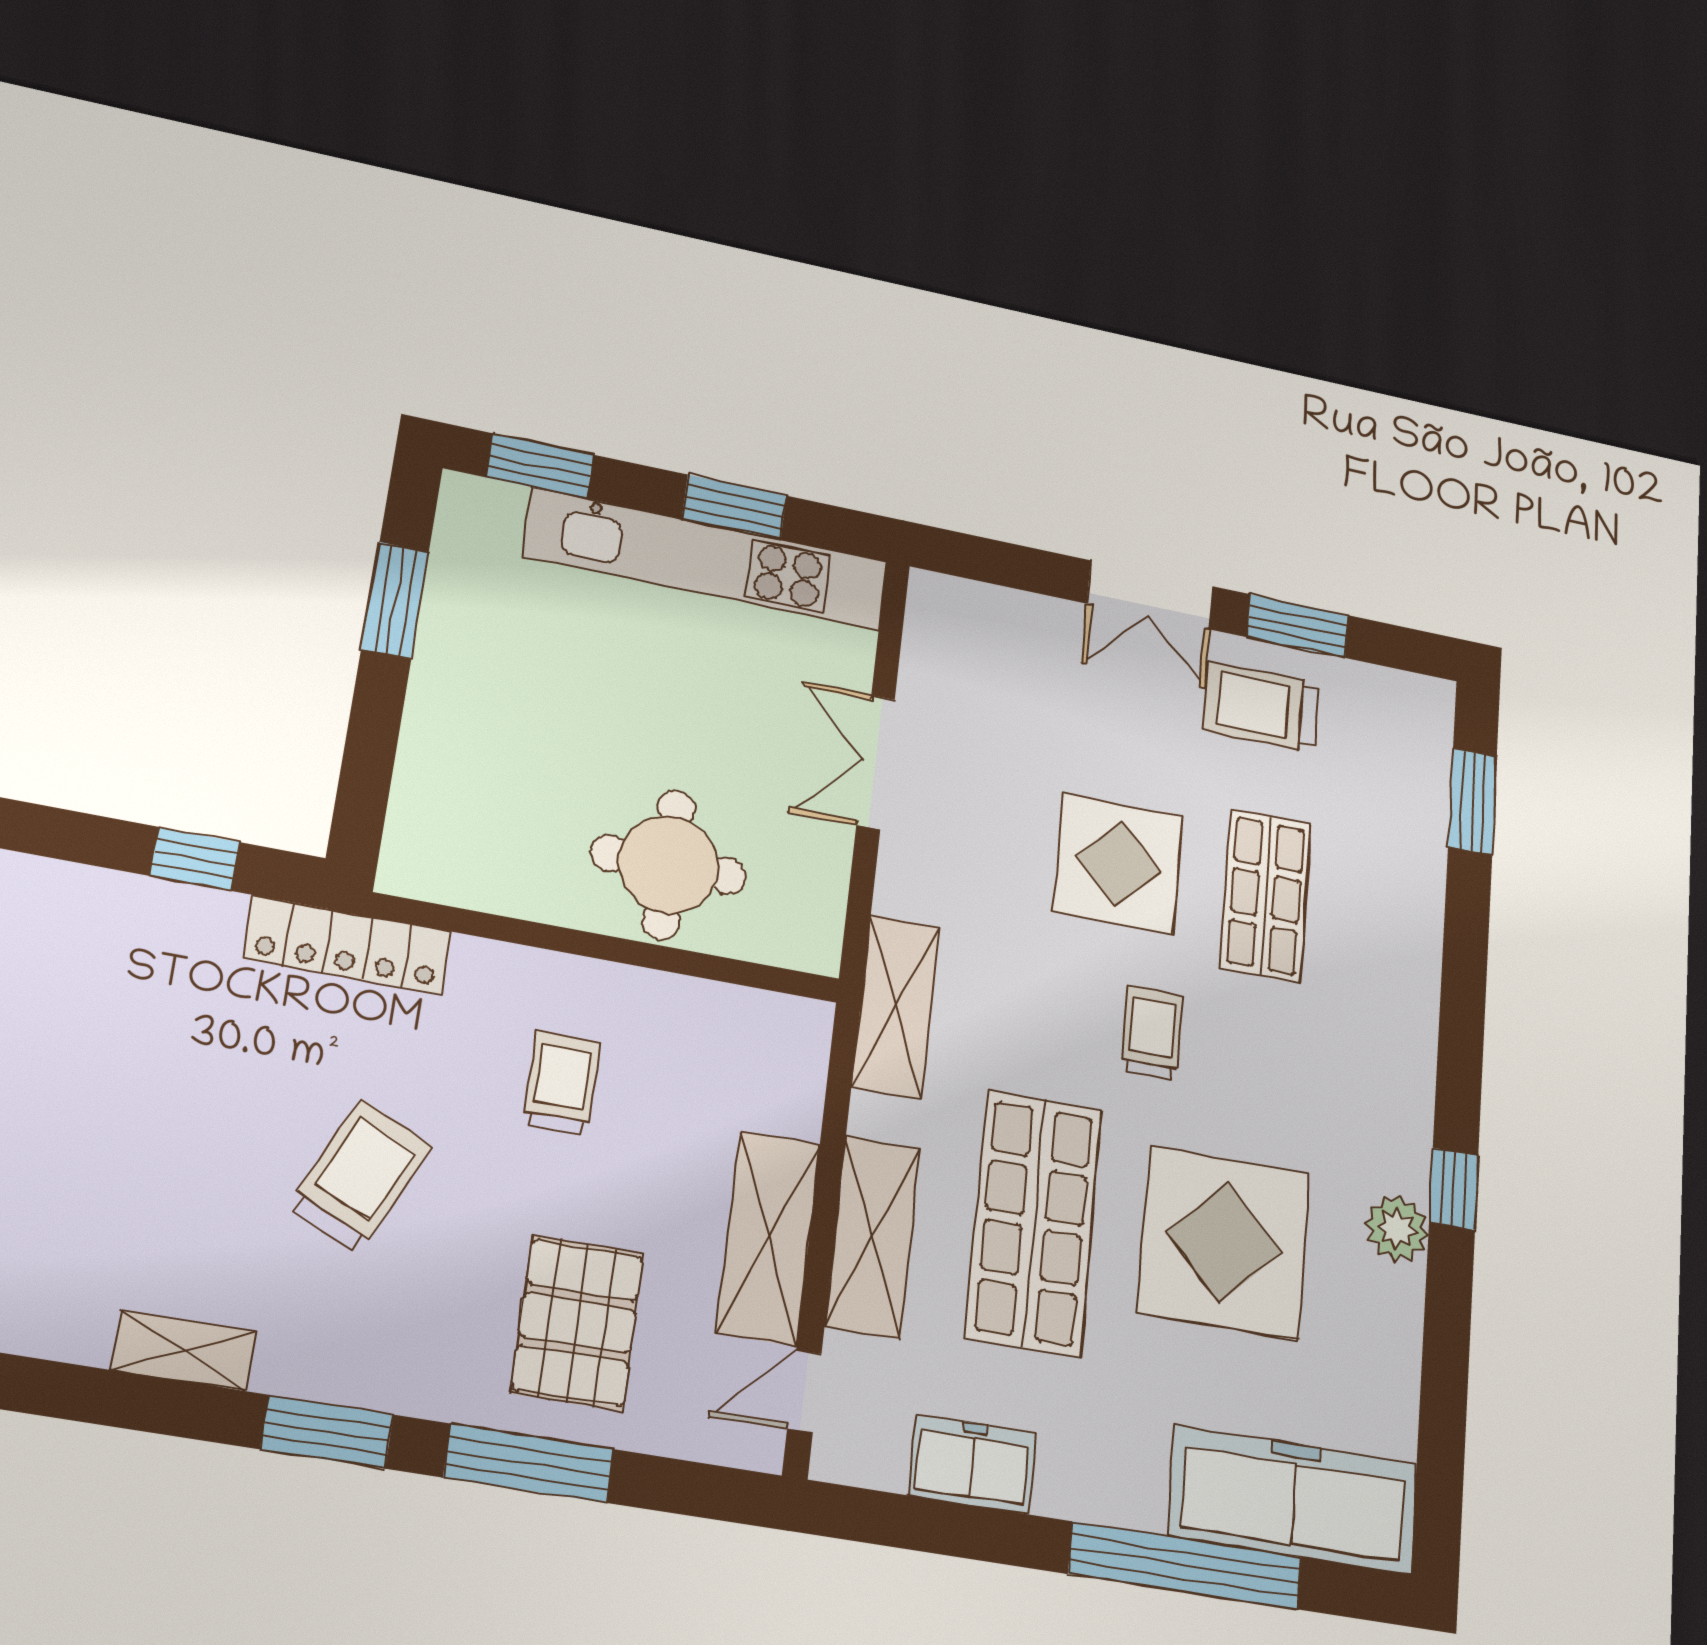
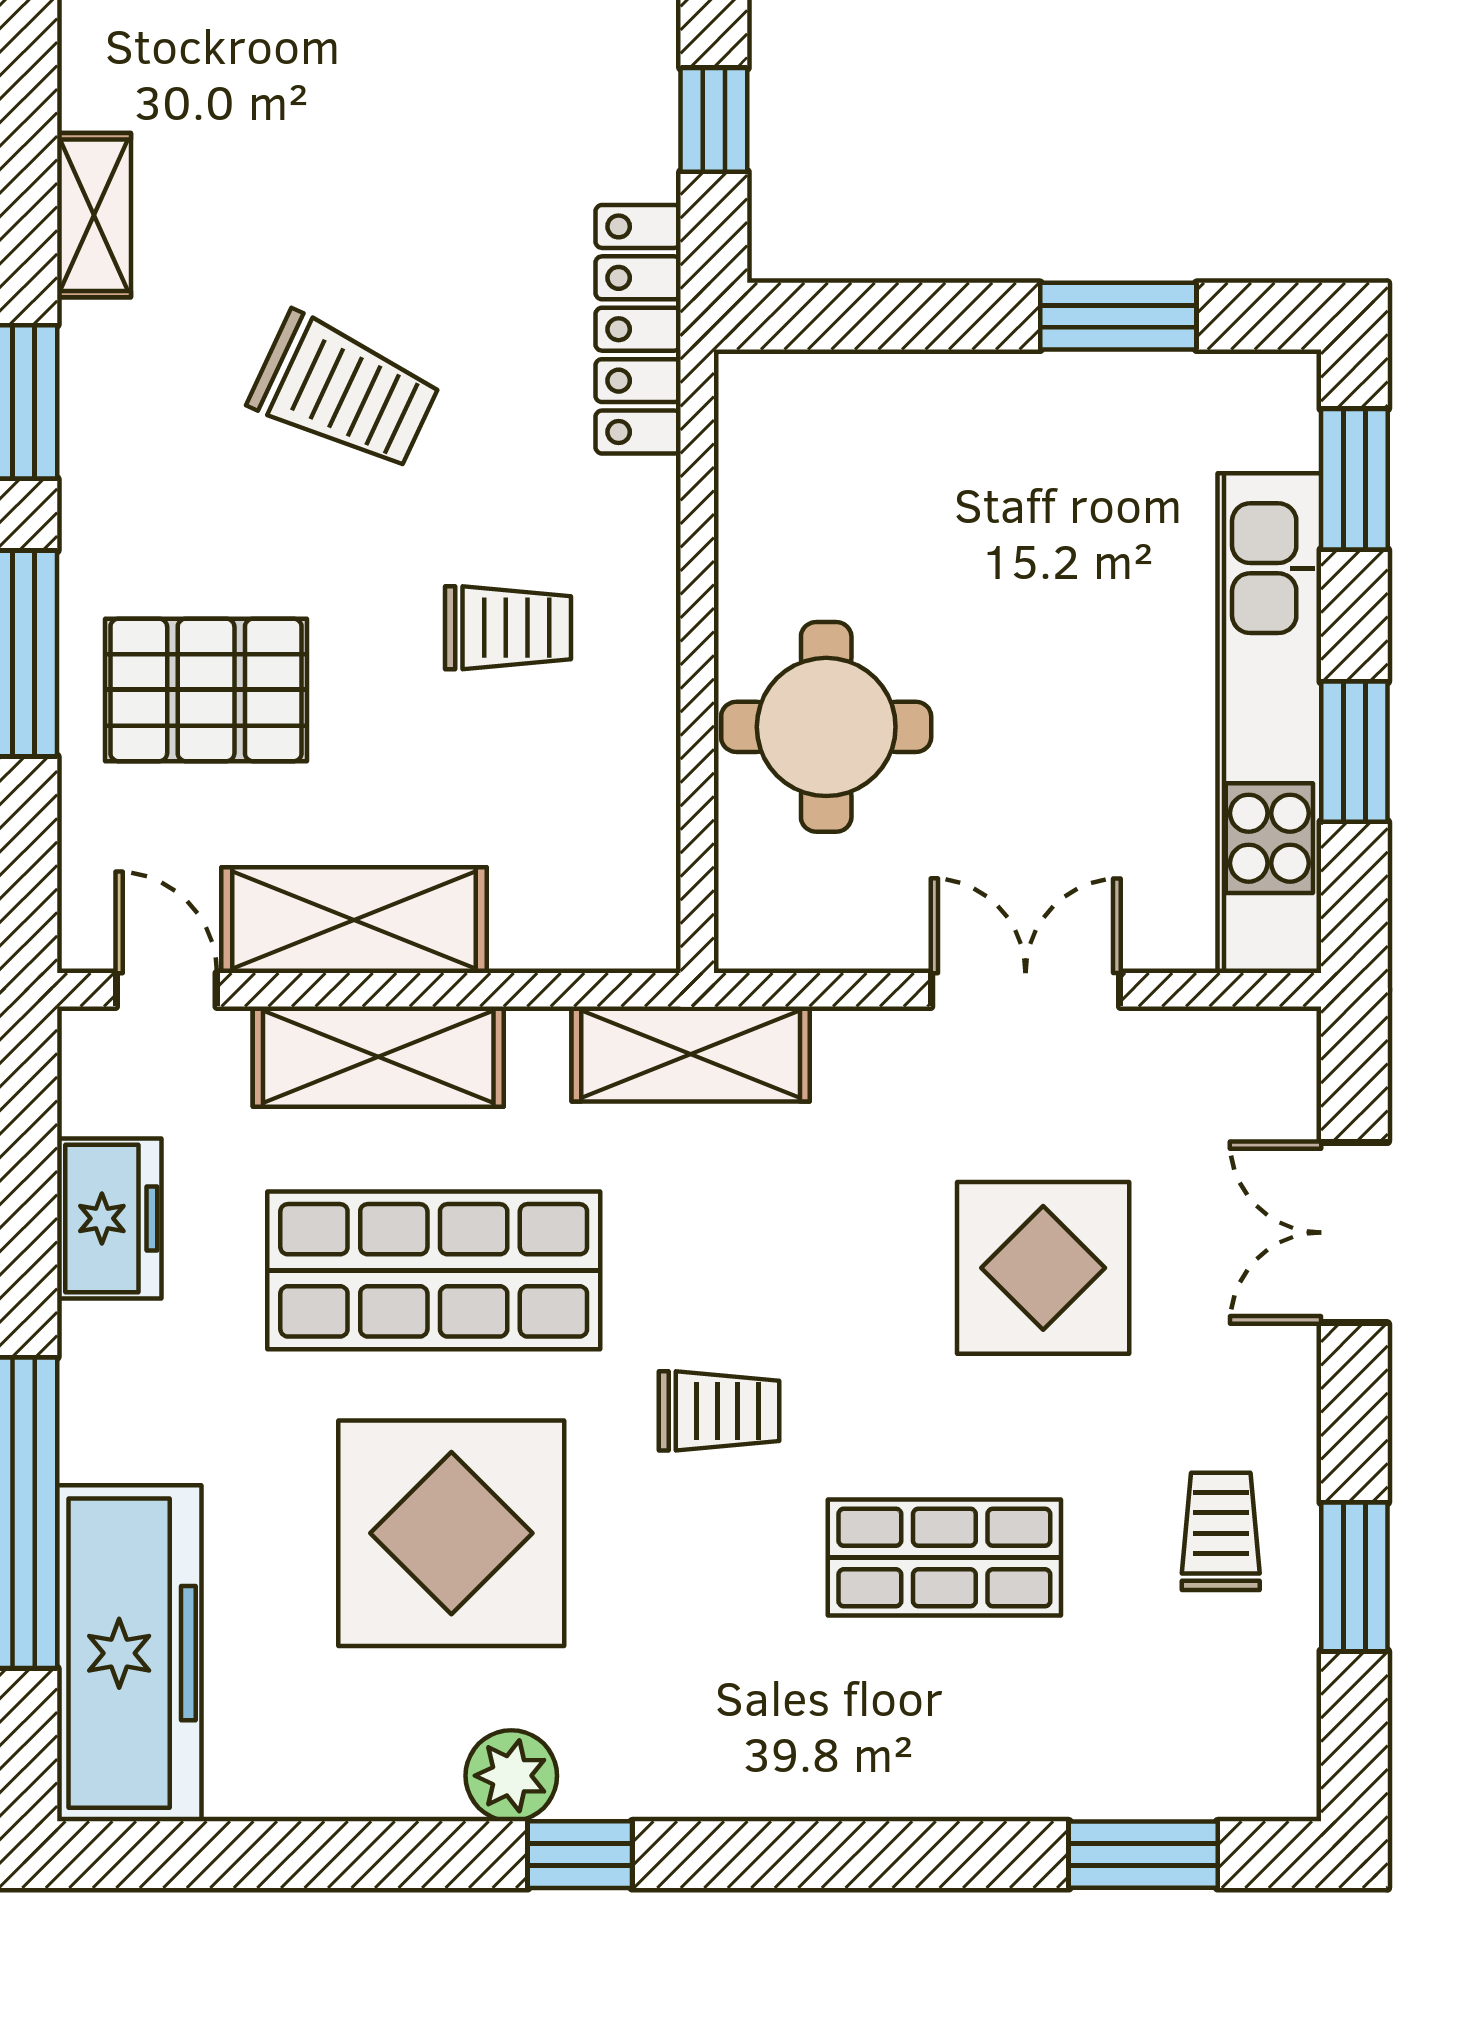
double door: (1150, 595) -> (1354, 1233), moved
trolley: (1261, 707) -> (1221, 1531), width x0.73, depth x0.72
display table: (1118, 864) -> (1043, 1268), moved

